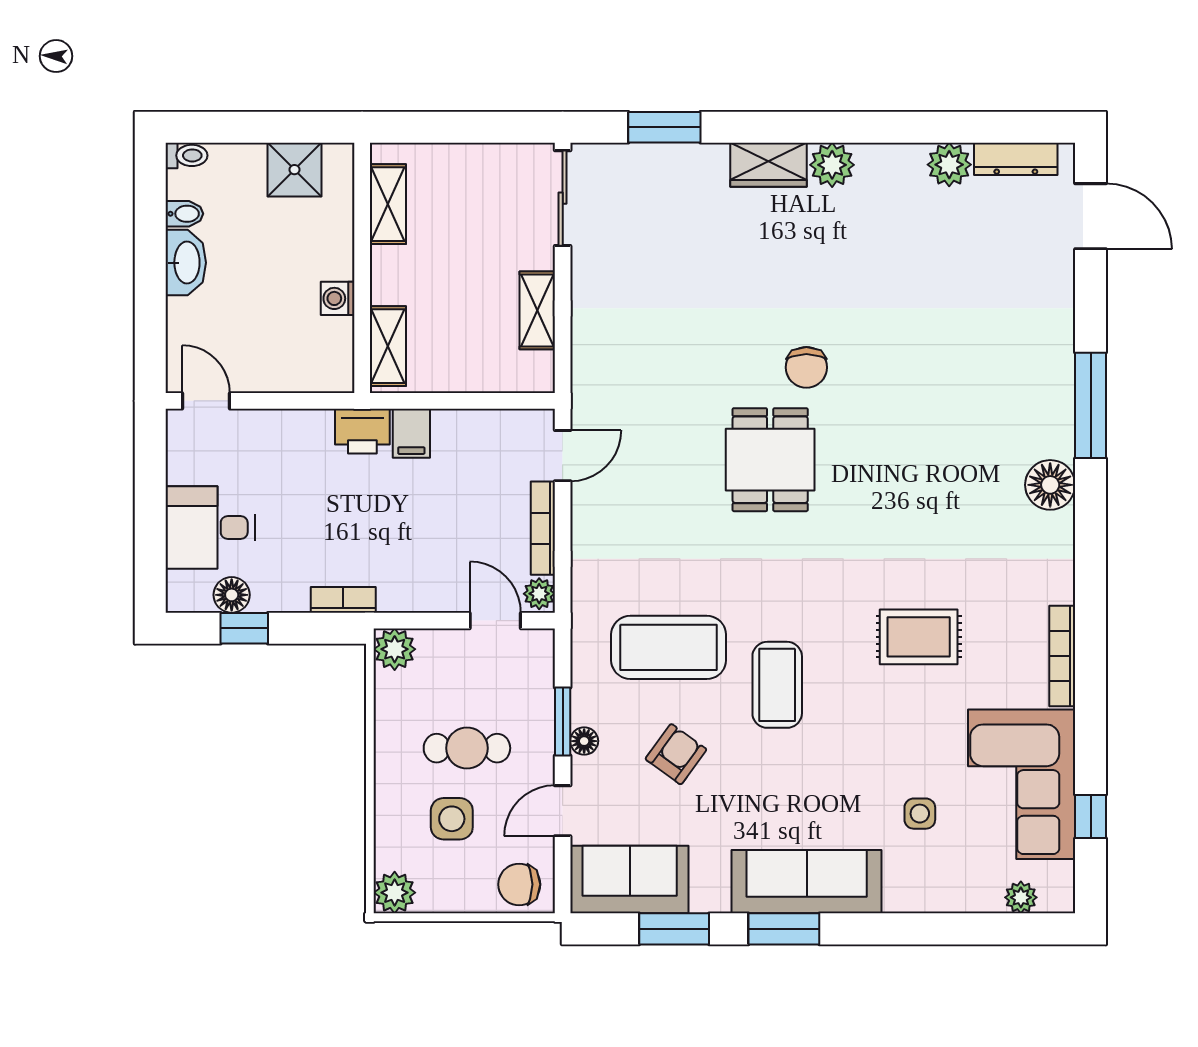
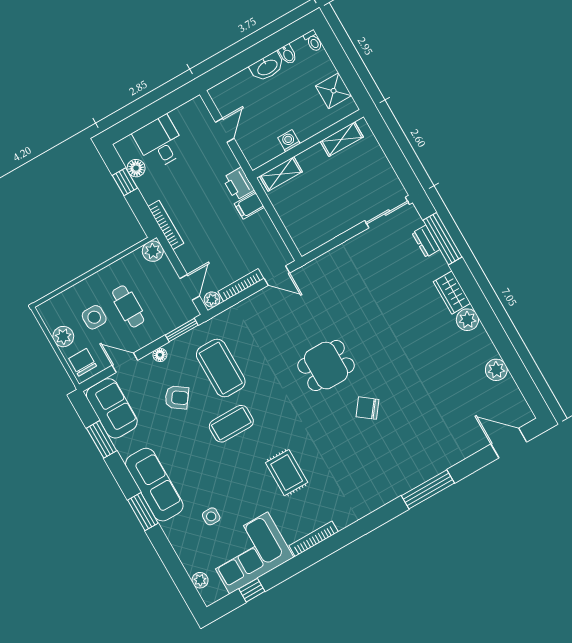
window: (664, 127) -> (442, 239), width x1.44
dresser: (1016, 159) -> (426, 241), moved, width x0.70
door: (1091, 216) -> (509, 443), swing flipped
shelving: (537, 310) -> (333, 229), removed
chair: (806, 367) -> (367, 408), moved, turned 37
door: (206, 401) -> (225, 130), moved
floor lamp: (1050, 485) -> (384, 492), removed
bookcase: (343, 600) -> (166, 225), width x1.56
window: (563, 722) -> (182, 330), moved
plant: (395, 893) -> (63, 337), moved
window: (784, 929) -> (143, 512), moved

